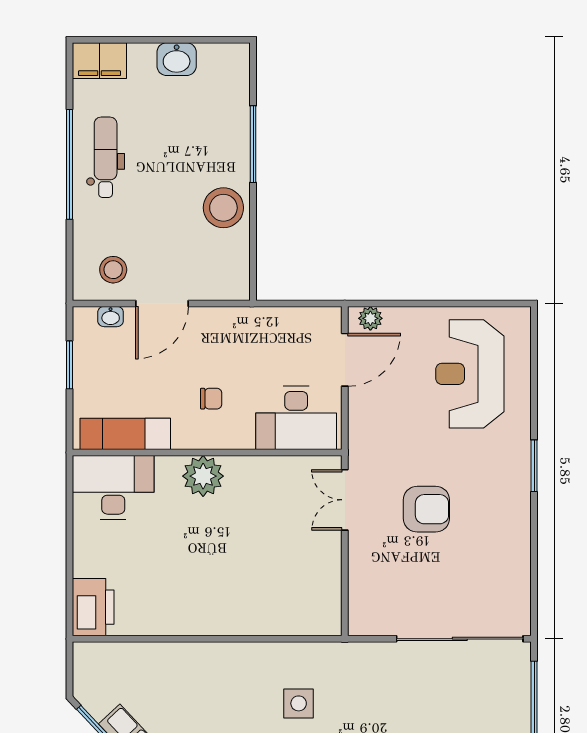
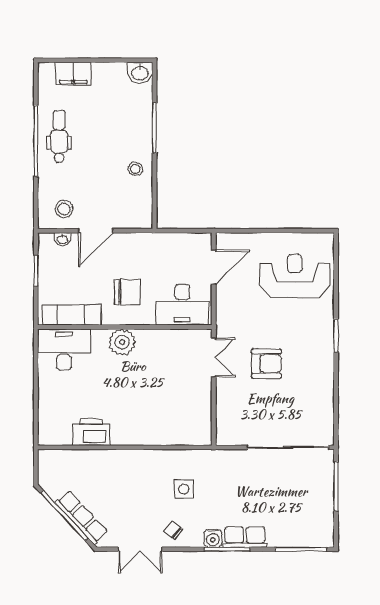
washbasin: (177, 59) -> (140, 73), moved
filing cabinet: (99, 61) -> (73, 74), moved
stool: (223, 208) -> (135, 169), width x0.53, depth x0.53
plant: (370, 318) -> (230, 240), removed
reception desk: (470, 374) -> (295, 276), turned 90
chair: (211, 399) -> (127, 292), width x1.87, depth x1.87
double door: (345, 500) -> (214, 358), swing flipped
printer: (93, 607) -> (91, 432), moved, turned -90

